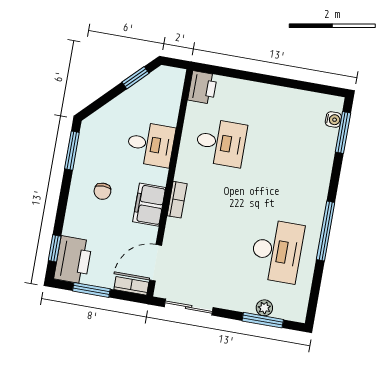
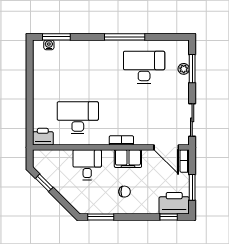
desk: (221, 143) -> (78, 118), width x1.37

